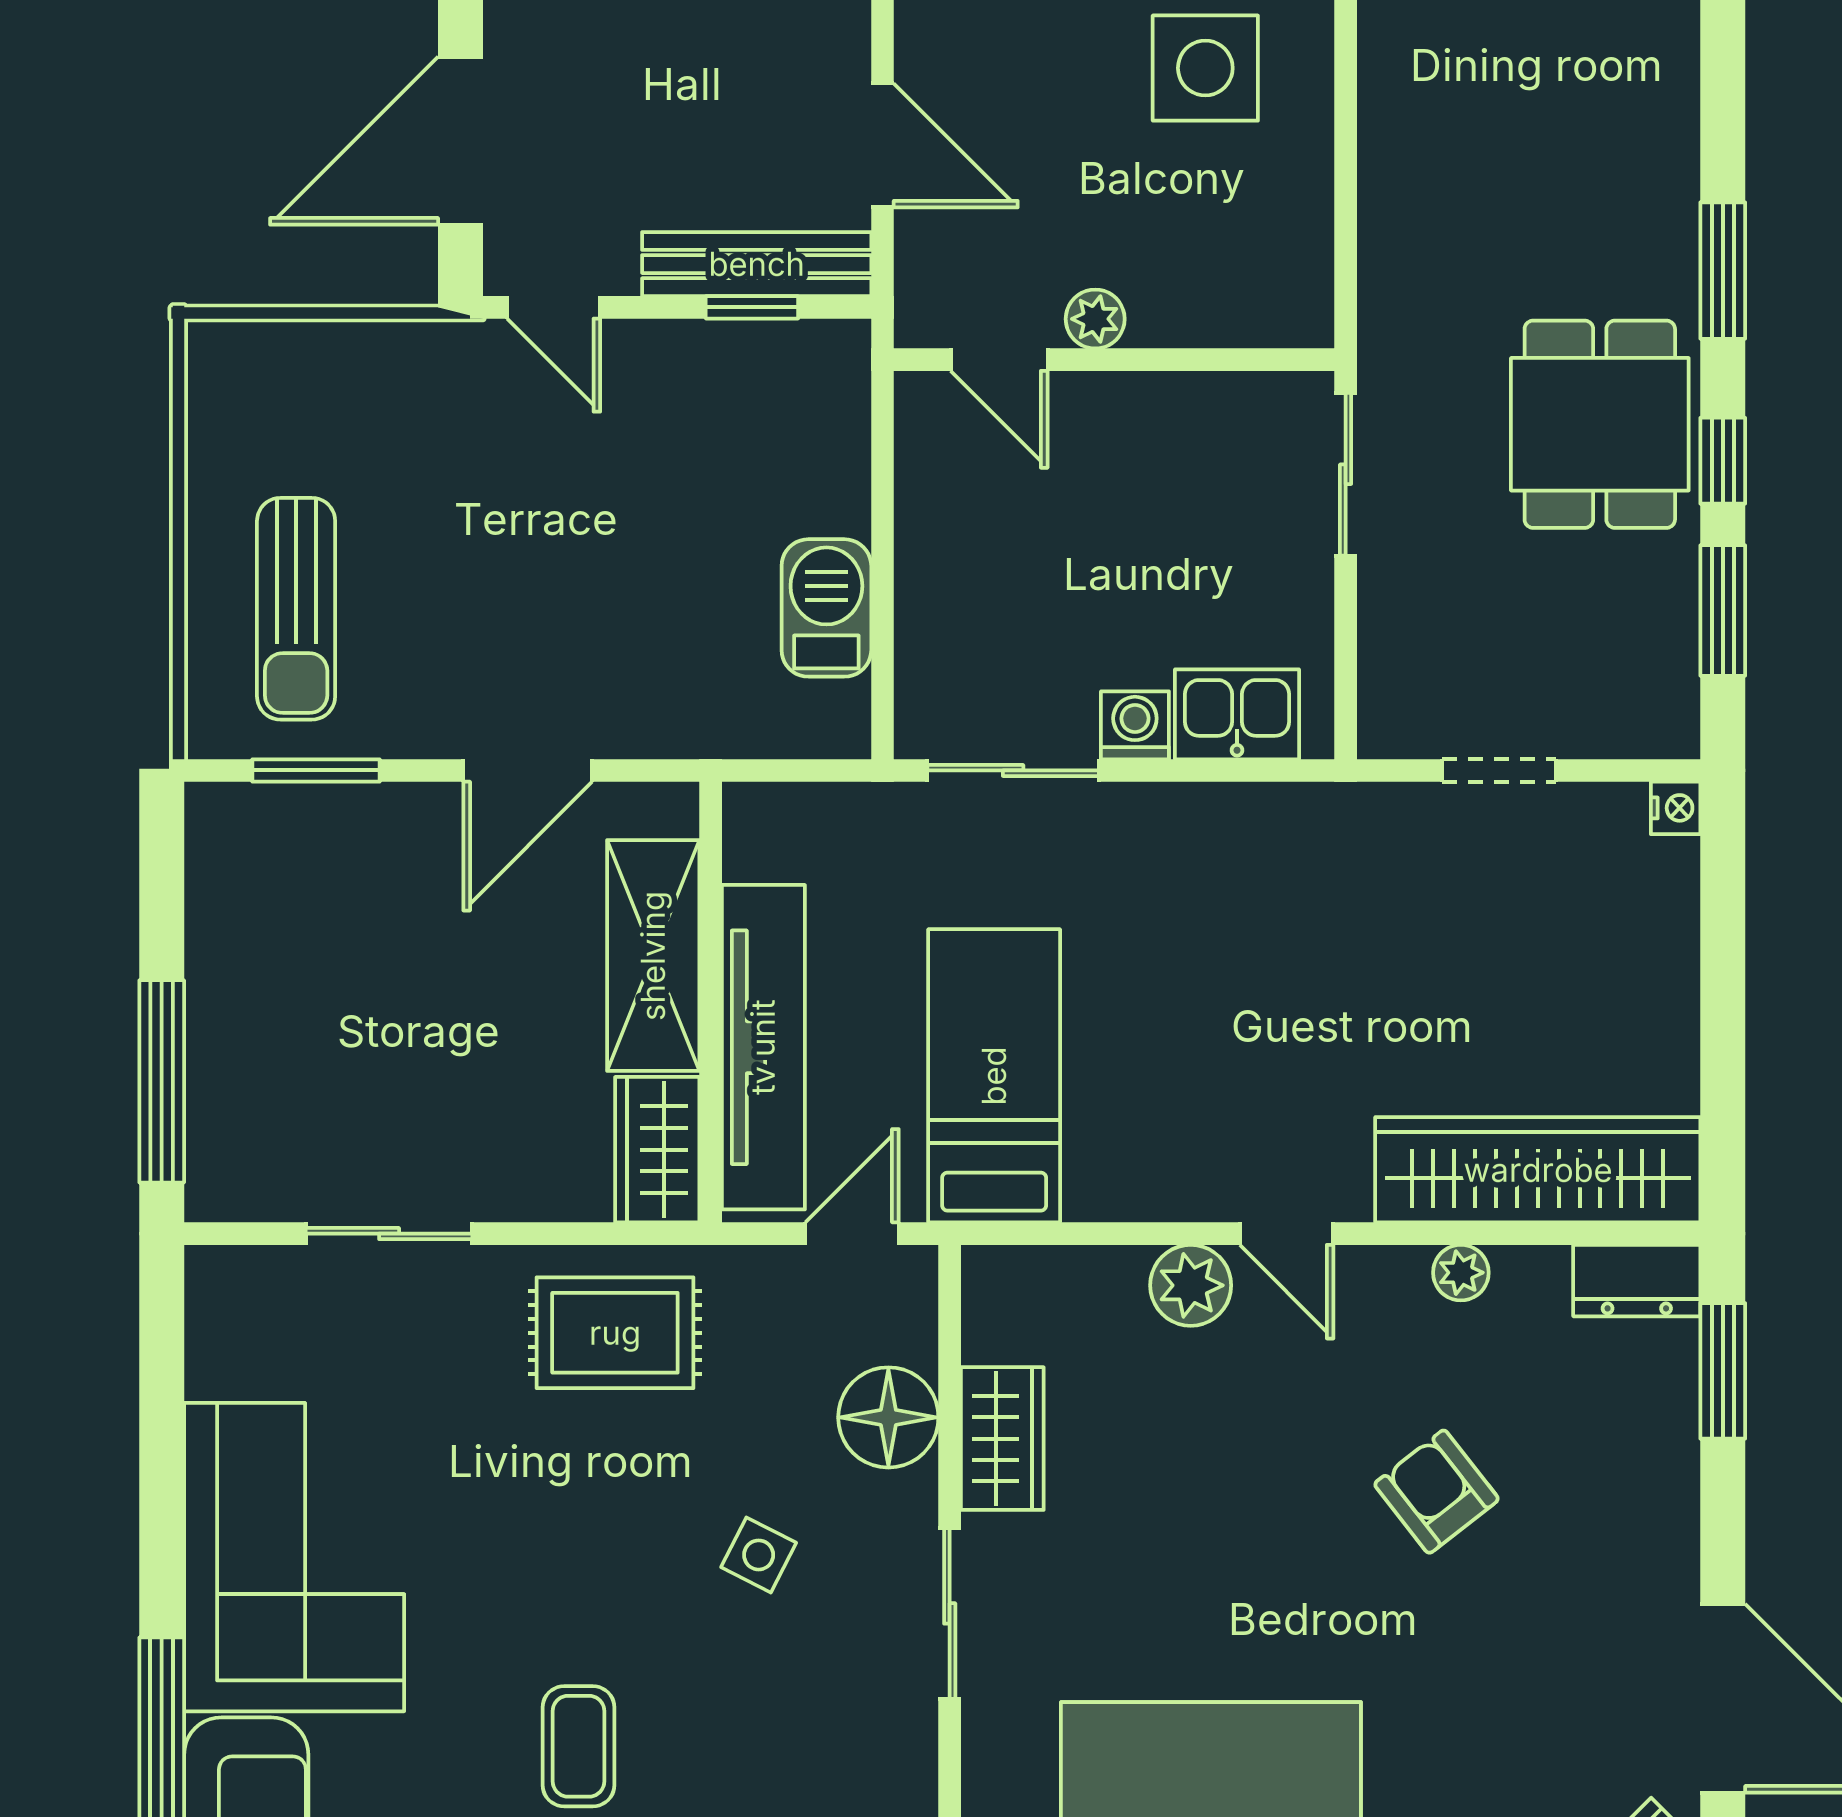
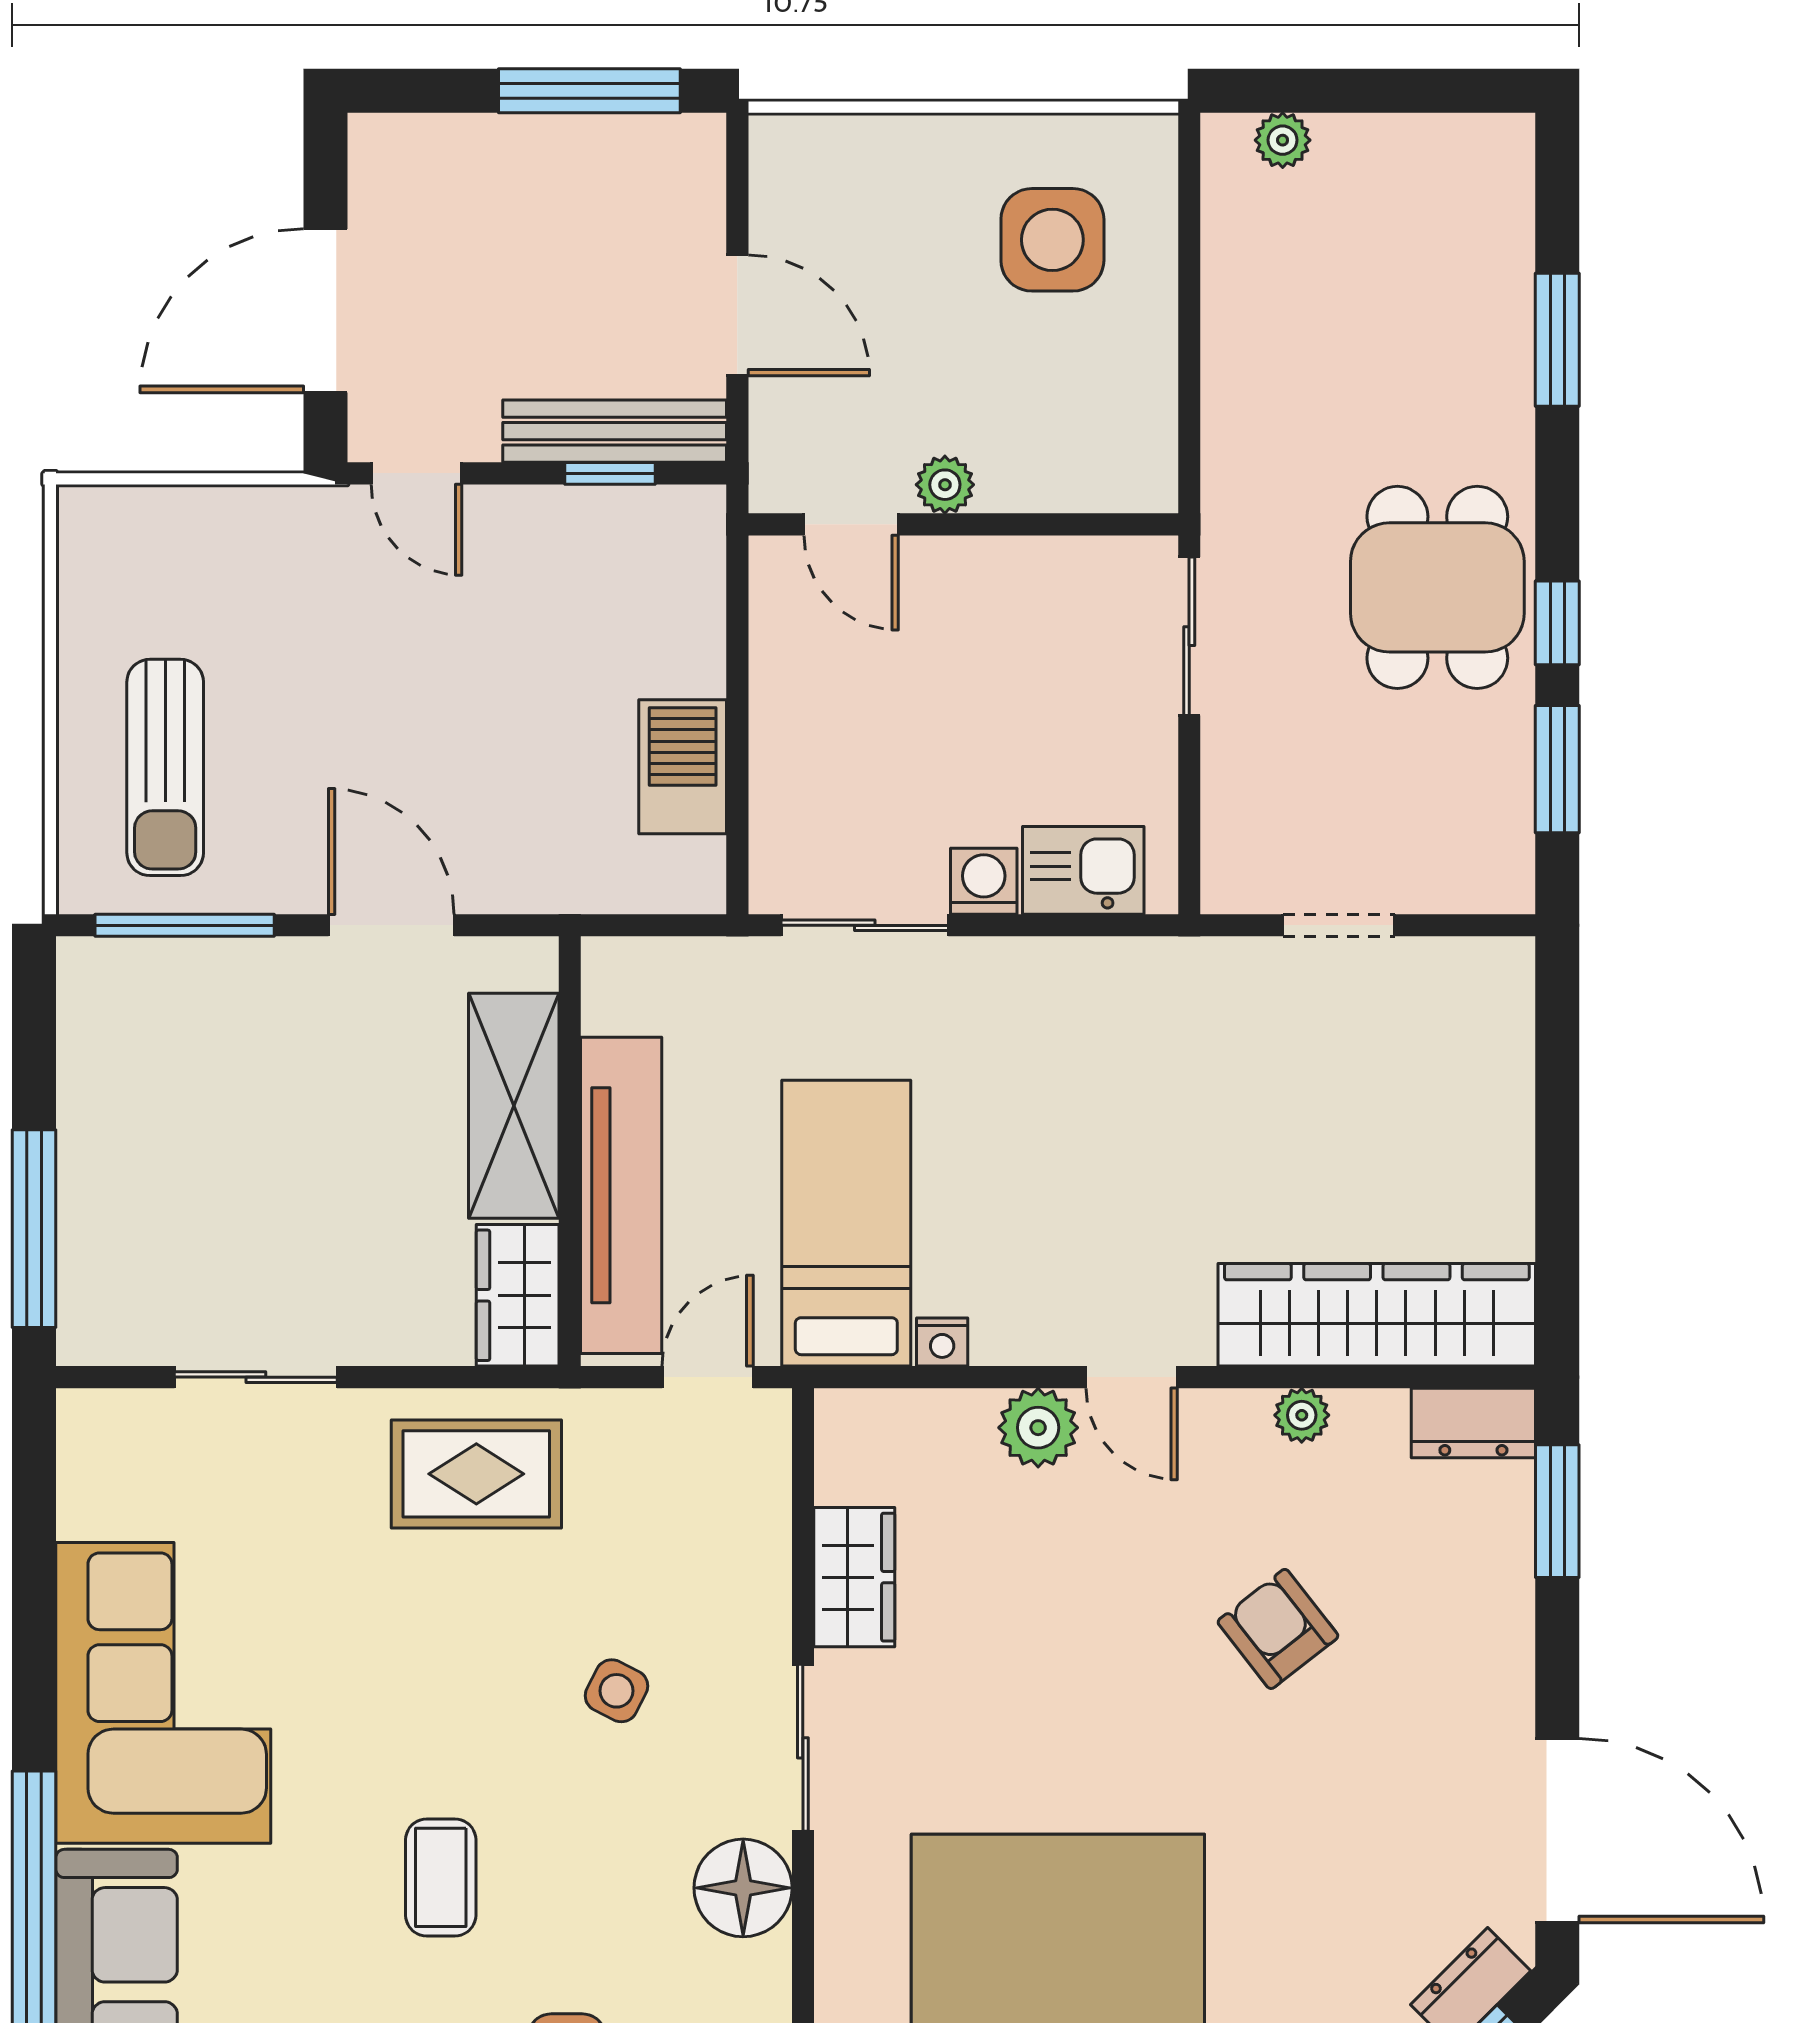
window: (1723, 271) -> (1557, 340), moved
window: (316, 770) -> (185, 925), width x1.44
door: (528, 770) -> (391, 925), swing flipped
nightstand: (1676, 808) -> (942, 1342), moved, turned 90
floor lamp: (888, 1417) -> (743, 1888), moved

